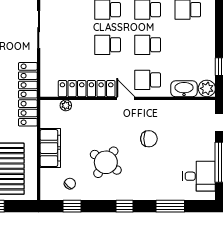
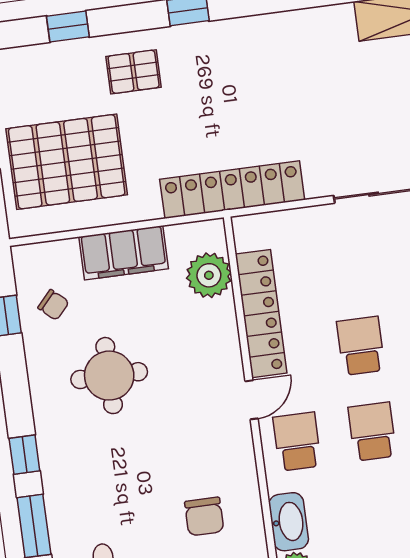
plant: (66, 105) -> (209, 275), width x1.88, depth x1.88
chair: (149, 139) -> (204, 516), moved
round table: (106, 162) -> (109, 376), turned -35
window: (124, 206) -> (24, 455), moved

